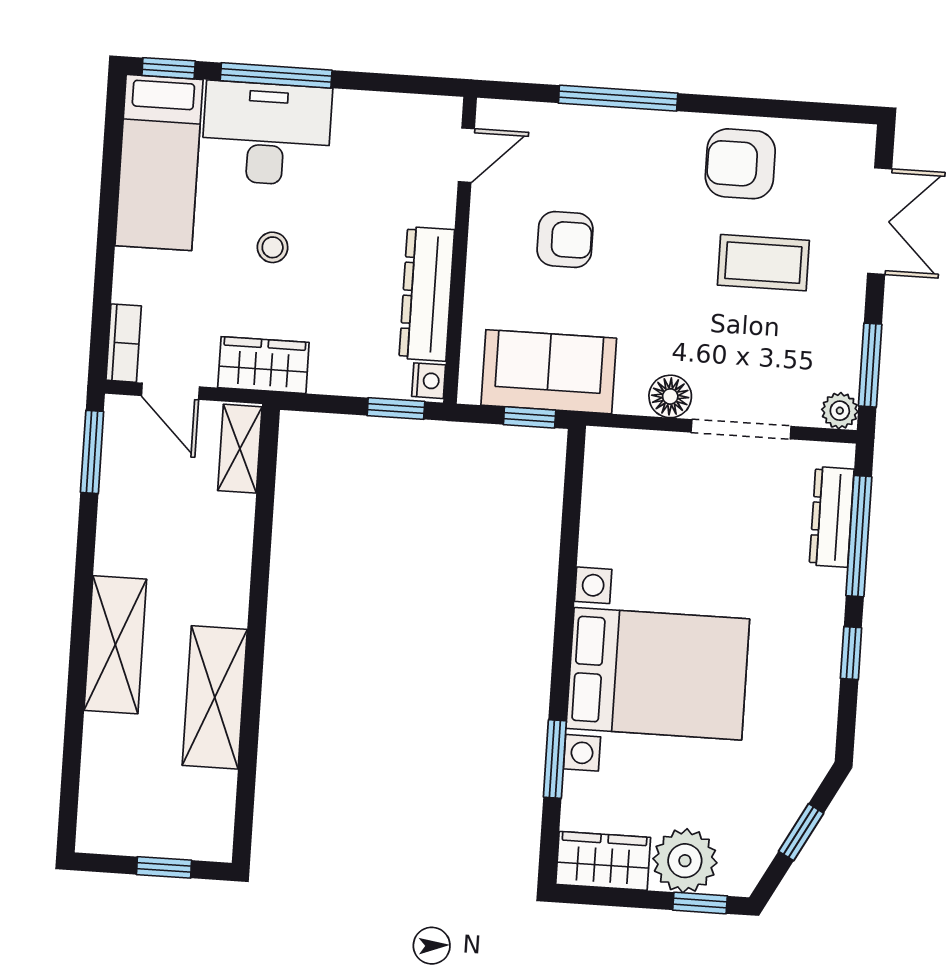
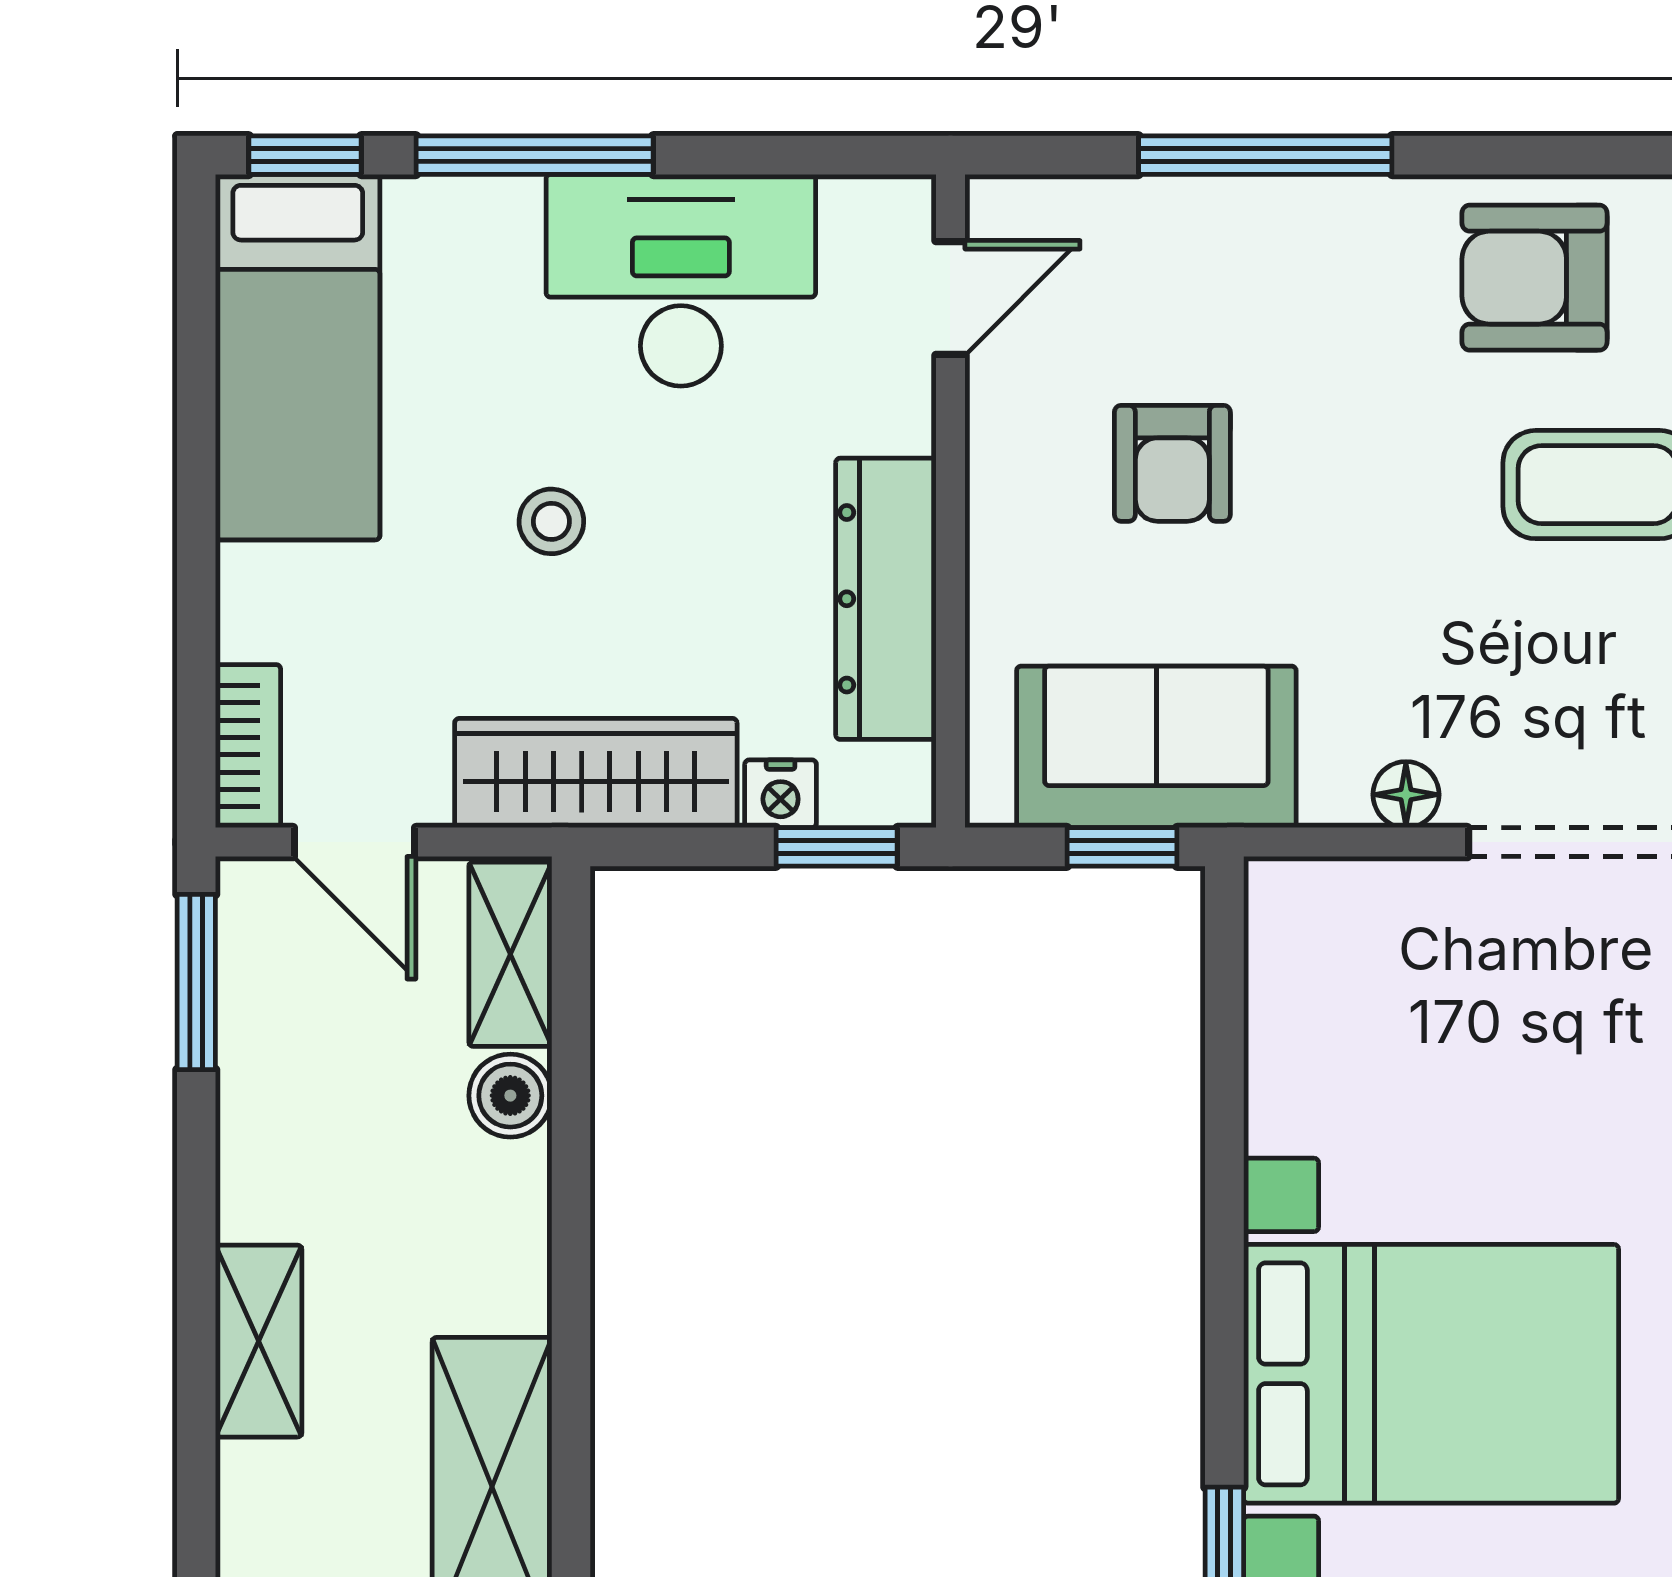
desk: (266, 134) -> (681, 280), moved
armchair: (565, 239) -> (1172, 463), turned 90
wardrobe: (263, 365) -> (596, 773), width x1.50
nightstand: (429, 381) -> (781, 794), moved, turned 90
floor lamp: (670, 396) -> (1406, 795), width x0.73, depth x0.73
boiler: (235, 515) -> (510, 1096), added
shelving: (115, 645) -> (259, 1341), width x0.67, depth x0.75

